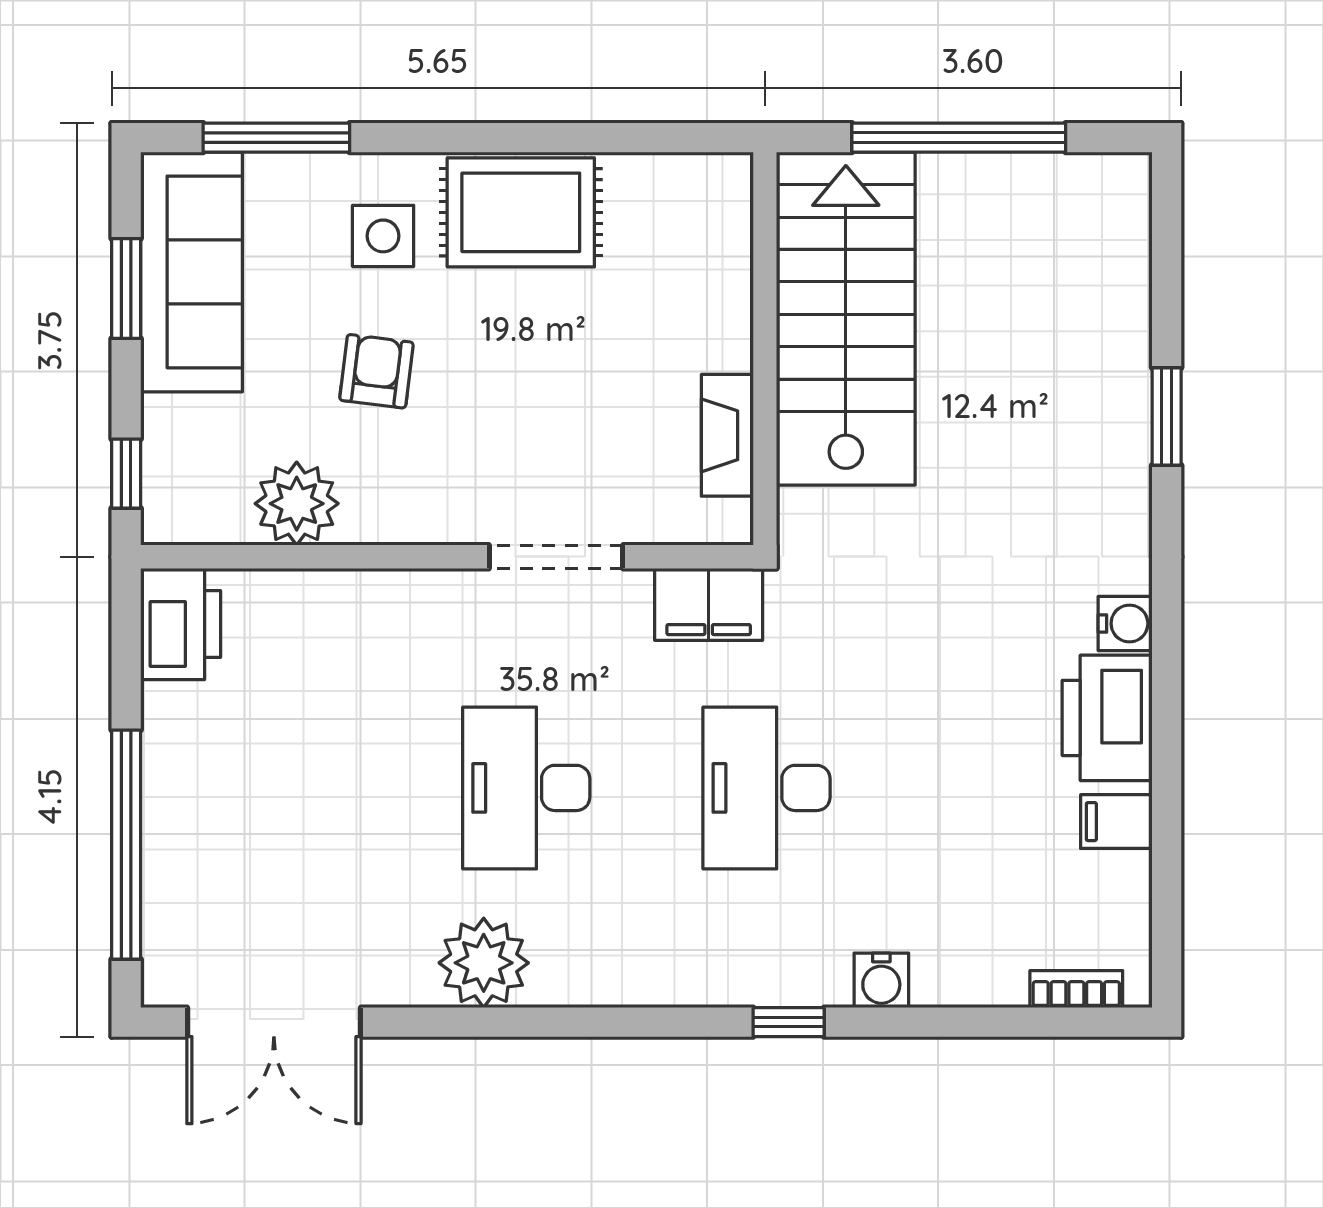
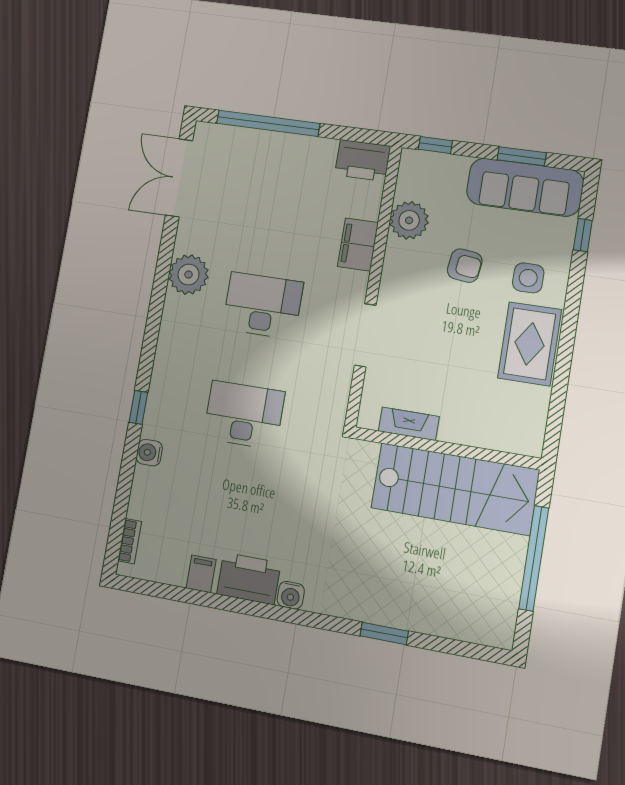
window: (276, 138) -> (583, 235), width x0.46
filing cabinet: (709, 604) -> (358, 245), moved

